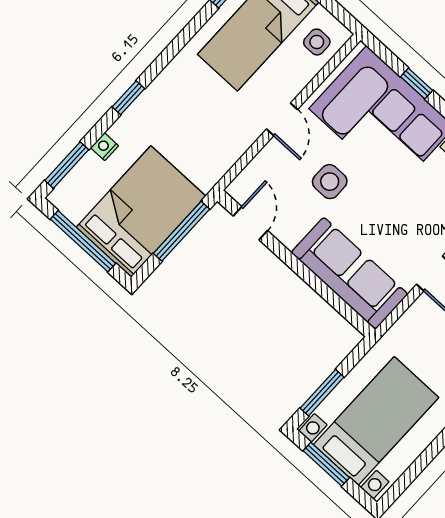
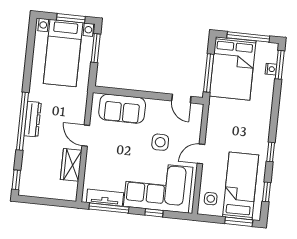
window: (128, 98) -> (271, 152), moved
door: (282, 119) -> (201, 154), hinge flipped
nightstand: (105, 147) -> (271, 69), moved
sofa: (349, 273) -> (122, 109), width x0.73

